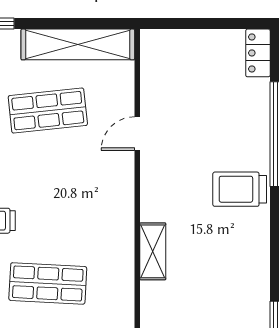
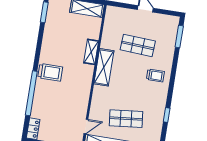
door: (137, 134) -> (86, 126), moved
shelving: (118, 221) -> (104, 67), added

